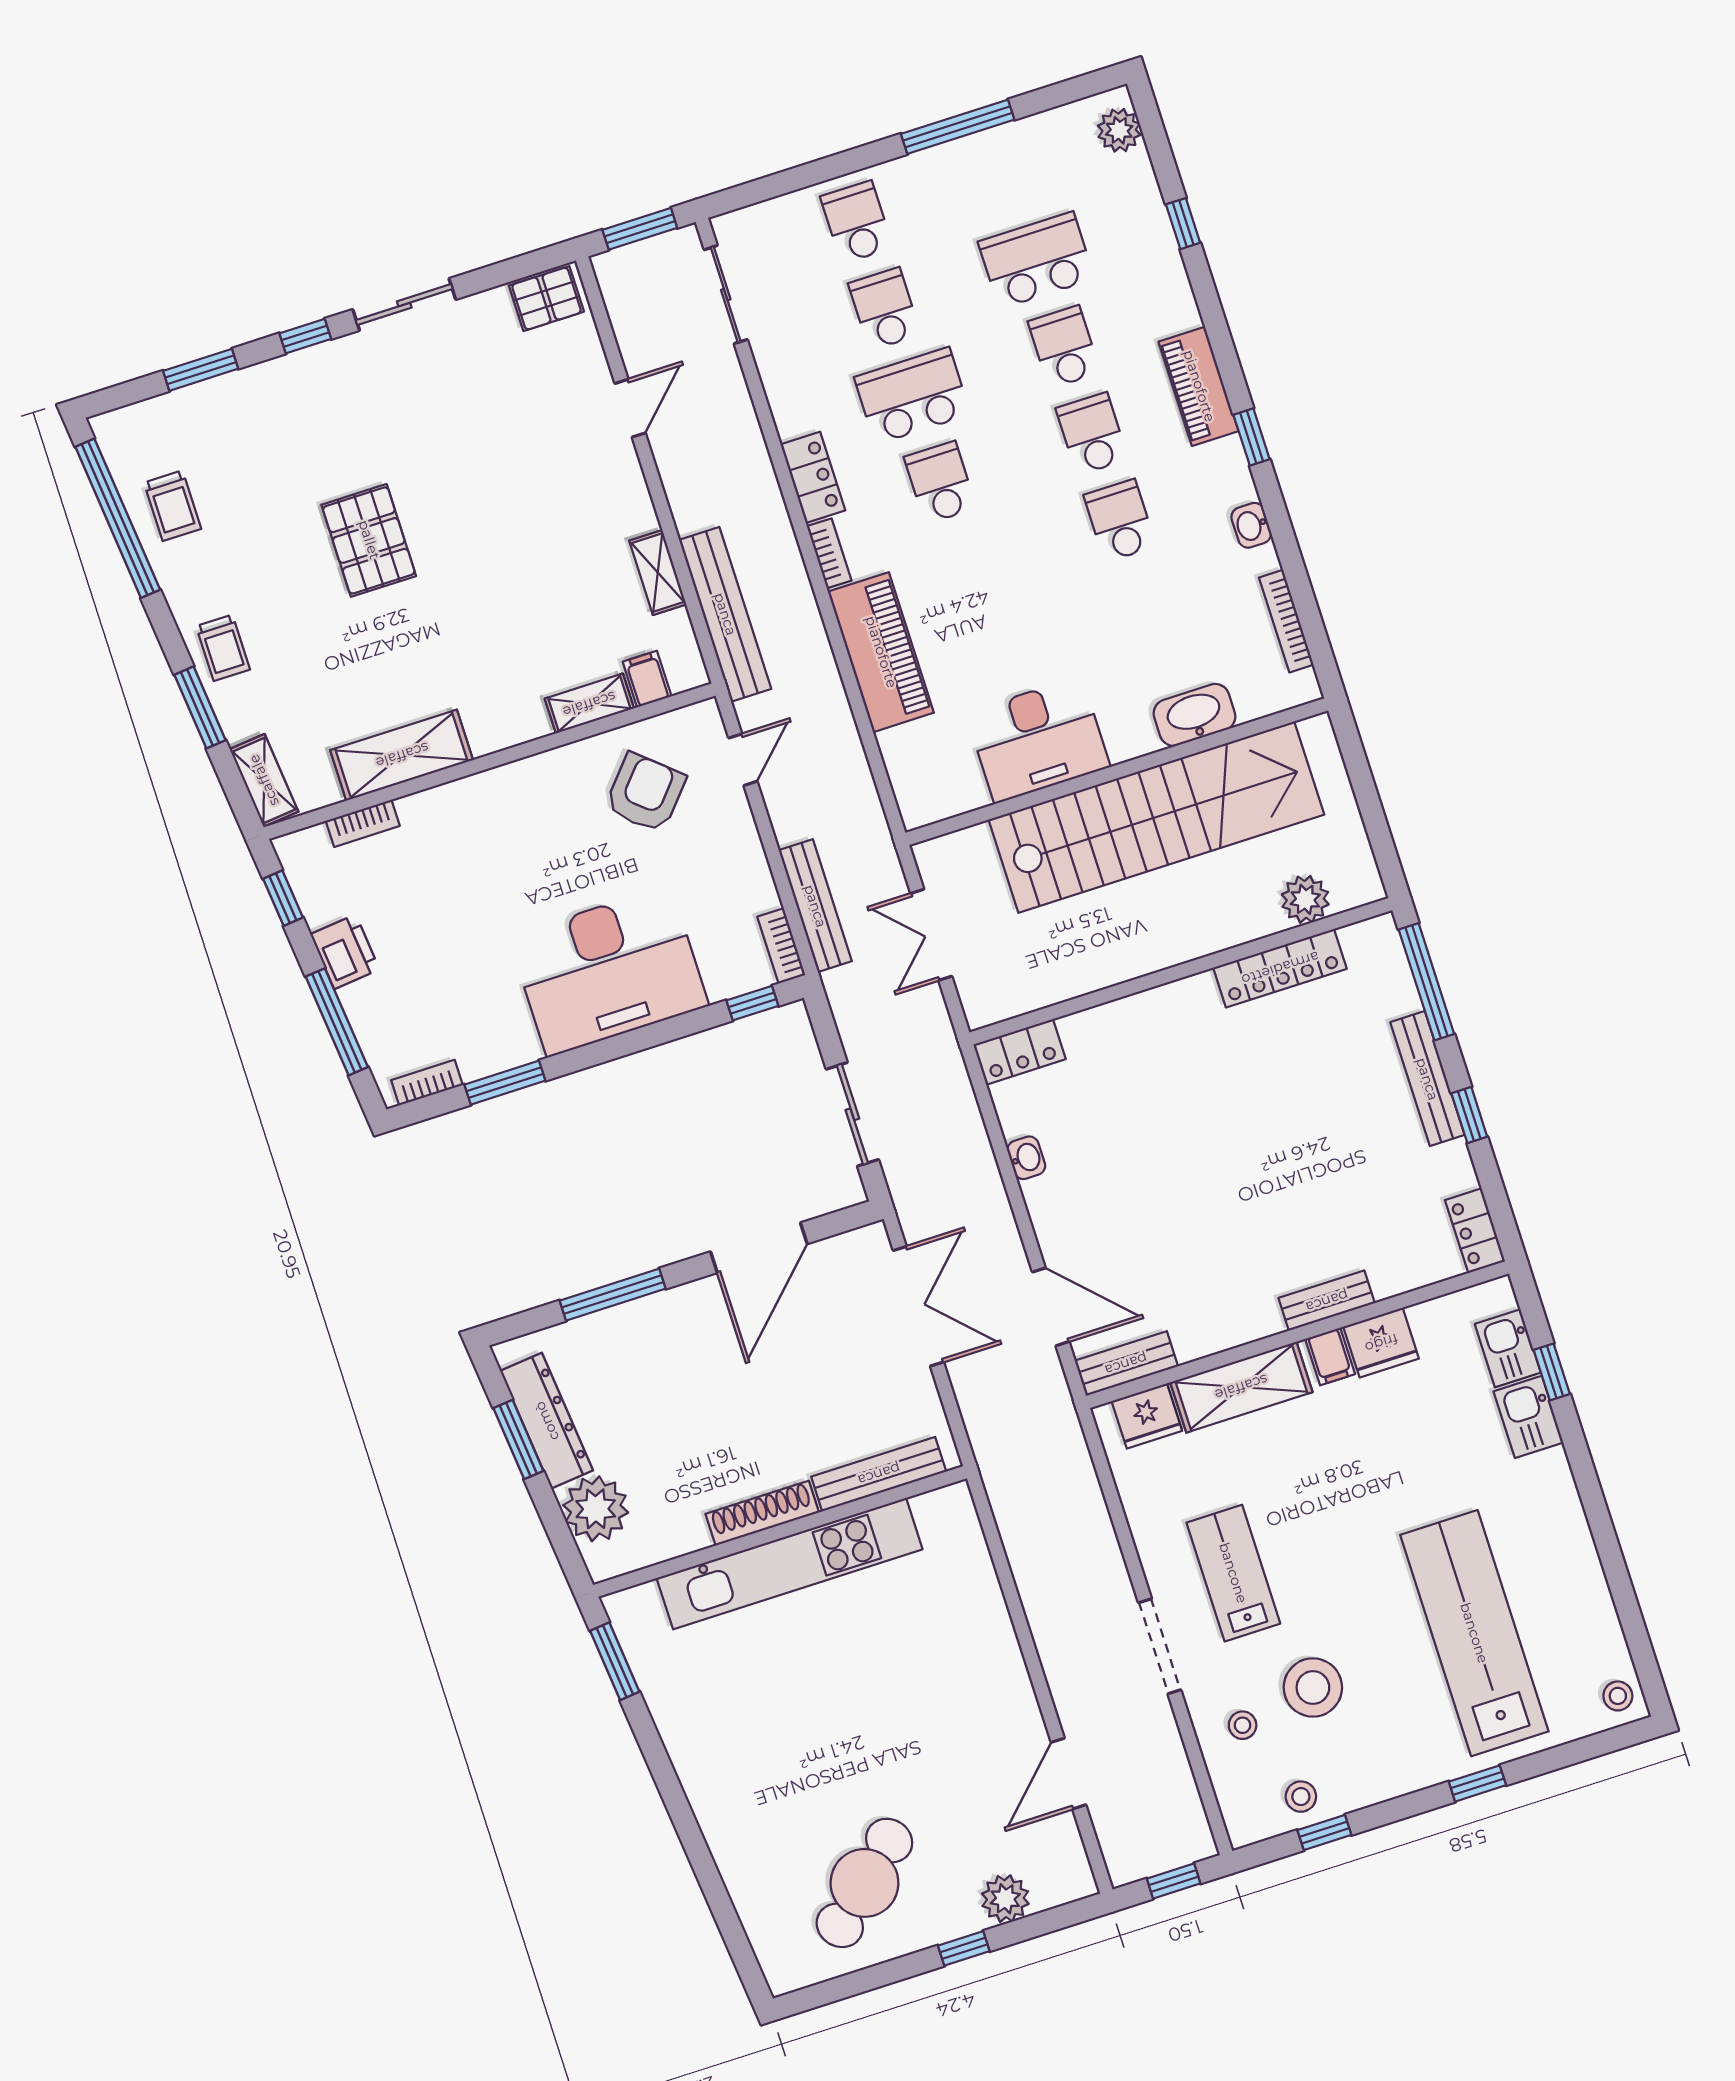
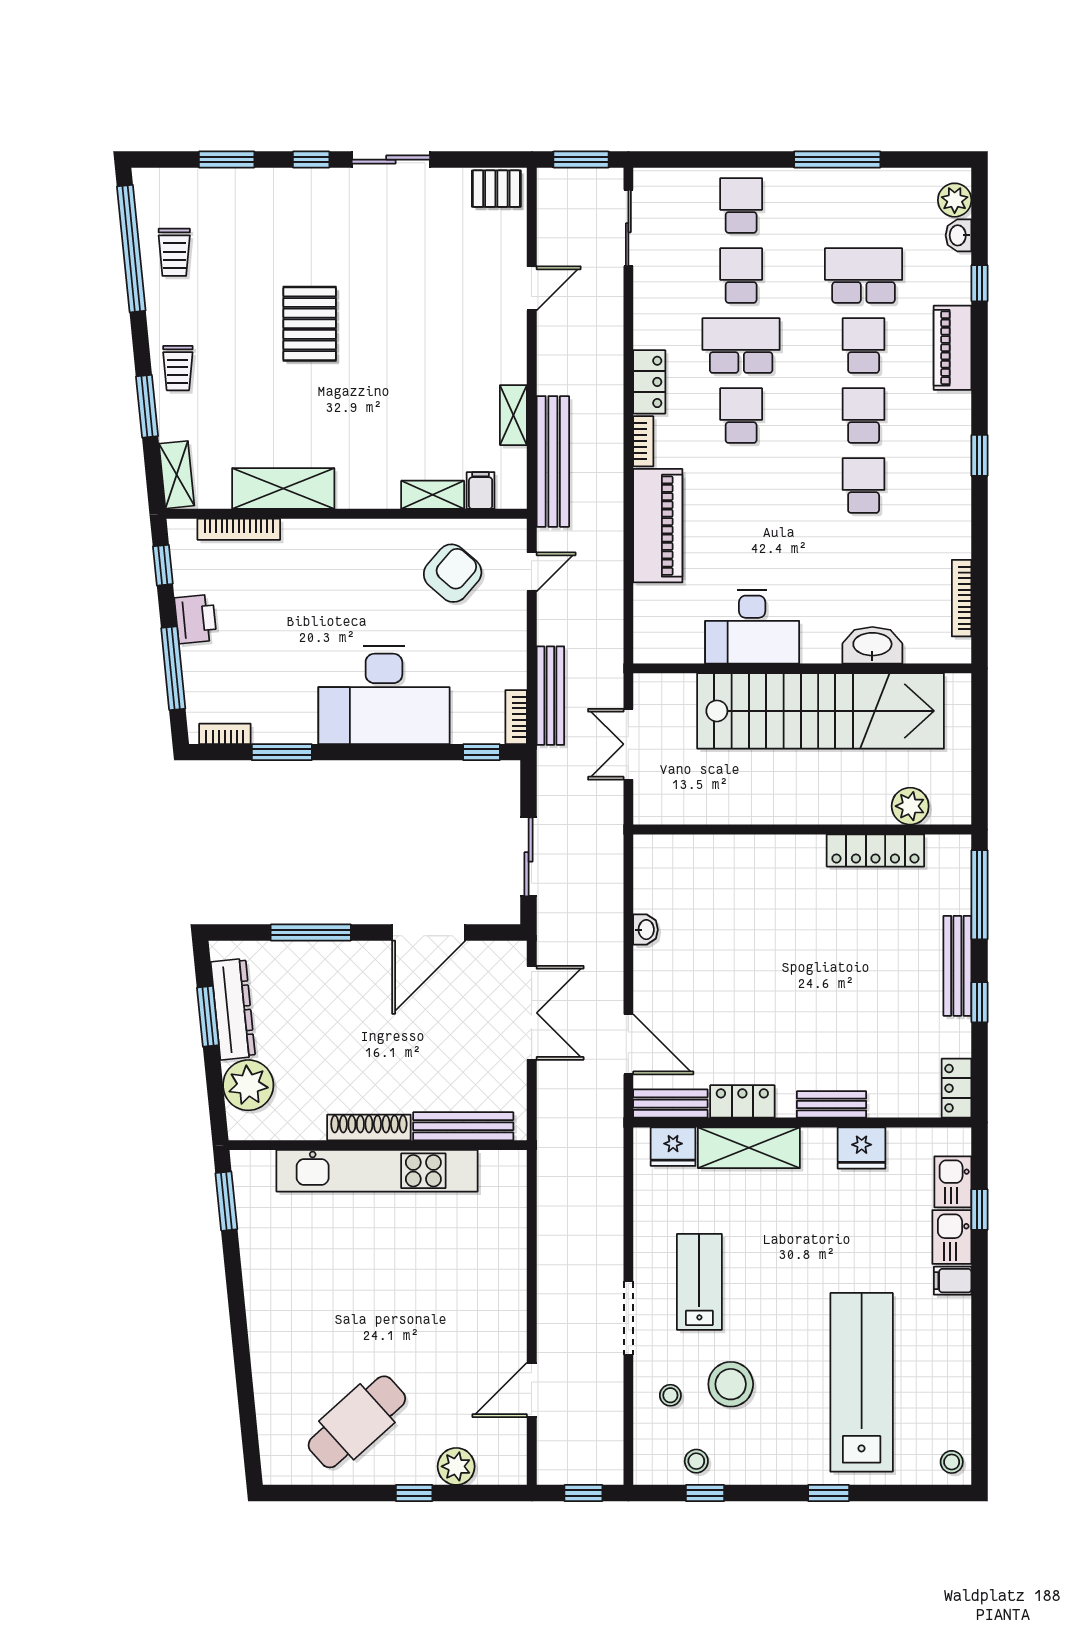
piano: (1199, 386) -> (953, 348), moved
washbasin: (1251, 525) -> (958, 235), moved
bookcase: (363, 823) -> (239, 529), width x1.56
locker: (1019, 1052) -> (742, 1101), moved, turned 180
filing cabinet: (1330, 1357) -> (953, 1281), moved, turned 90

